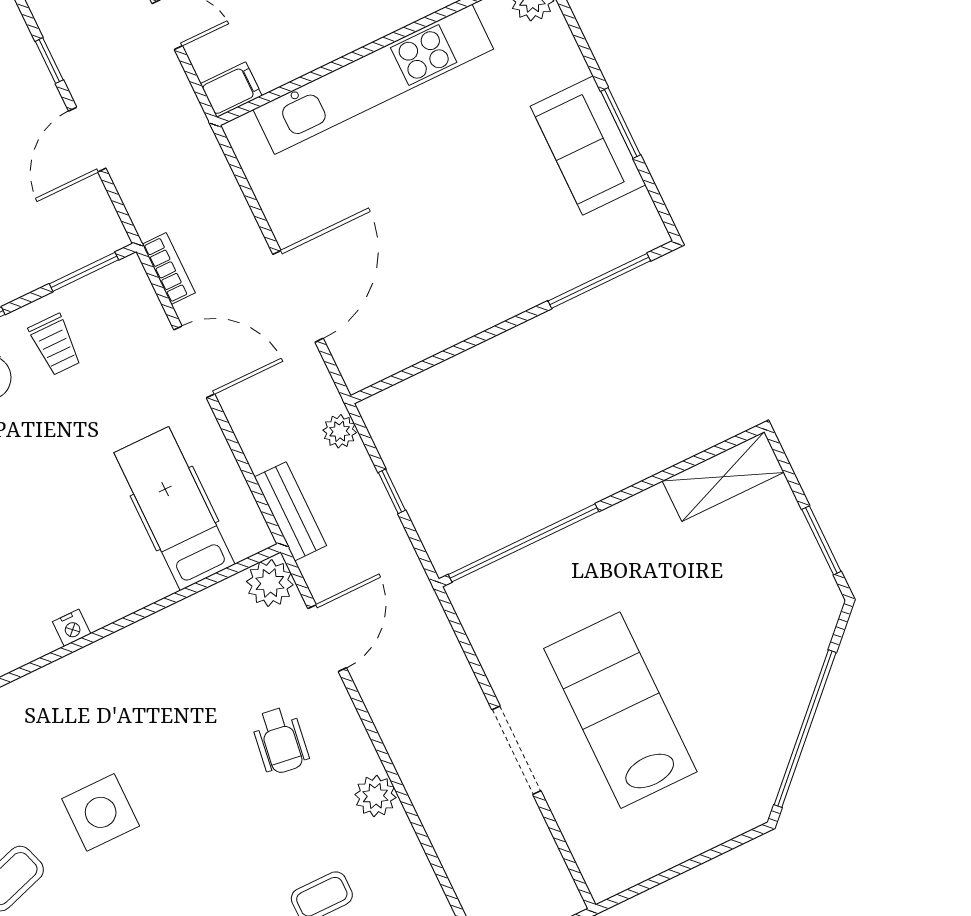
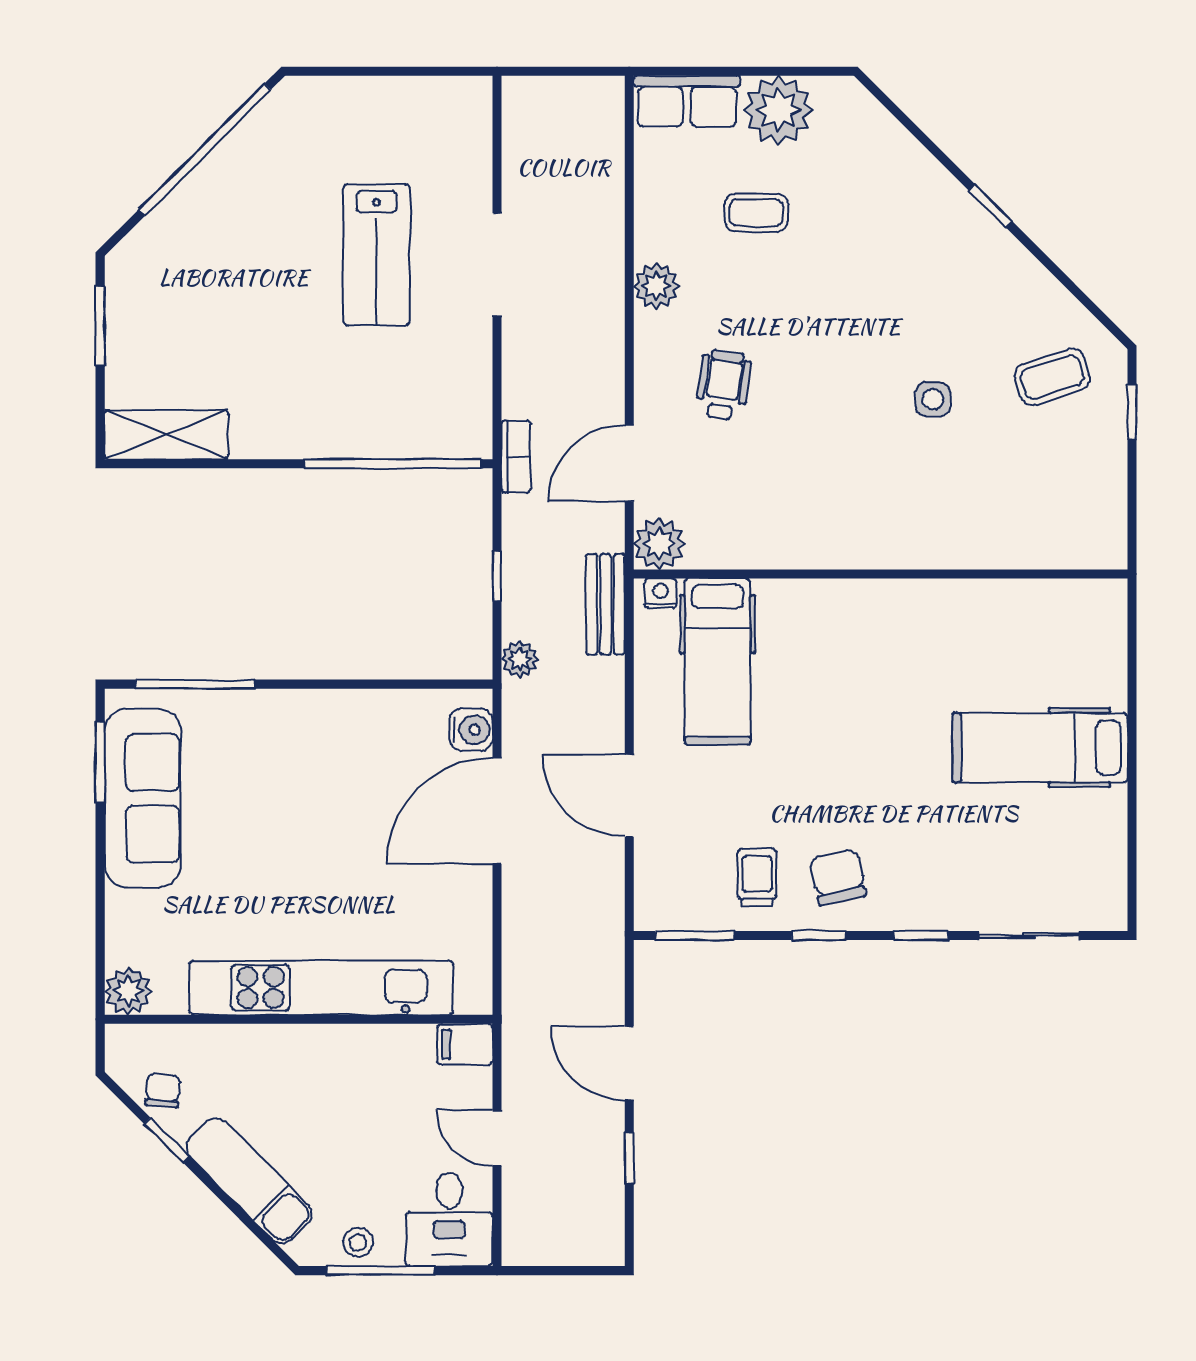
window: (621, 123) -> (100, 762), moved
door: (87, 140) -> (629, 1063), swing flipped
sofa: (588, 145) -> (143, 798), width x1.36
bookcase: (169, 268) -> (516, 457), moved, turned 180
water cooler: (352, 353) -> (471, 730), added
nightstand: (72, 628) -> (661, 593), moved
lab bench: (620, 710) -> (377, 255), width x0.73, depth x0.72
side table: (101, 812) -> (933, 399), width x0.54, depth x0.54

